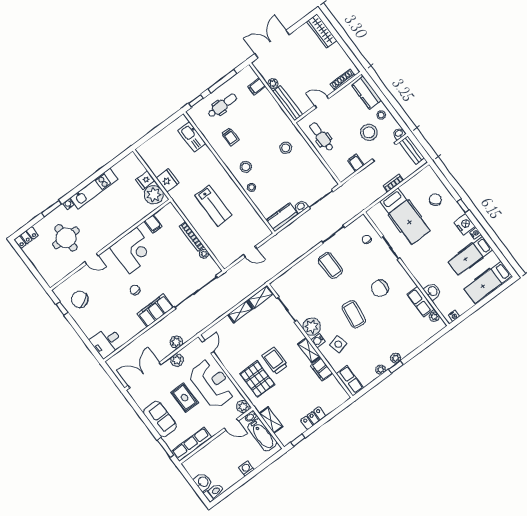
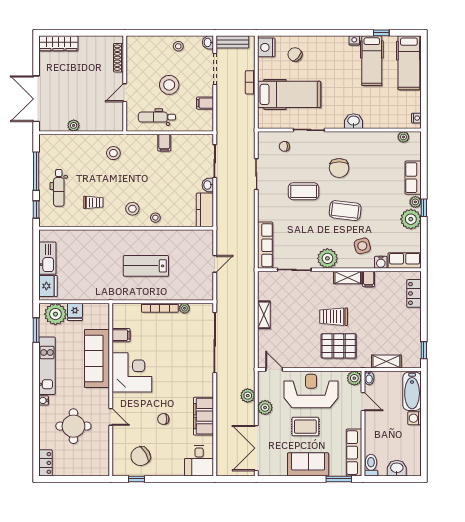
filing cabinet: (257, 86) -> (164, 143), moved
kitchen counter: (366, 93) -> (147, 44), removed
bench: (288, 103) -> (102, 125), removed
dental chair: (222, 105) -> (59, 188), turned 180
stool: (369, 132) -> (169, 85), moved
kitchen sink: (192, 137) -> (47, 258), moved, turned -90
stool: (286, 148) -> (113, 153), moved
fridge: (168, 180) -> (48, 286), moved, turned 90
plant: (154, 195) -> (55, 314), moved
lab bench: (213, 206) -> (146, 266), turned 180
window: (463, 206) -> (381, 33), moved
window: (51, 208) -> (36, 330), moved
sofa: (125, 219) -> (97, 359), added
nightstand: (465, 224) -> (266, 47), moved, turned -90
door: (91, 259) -> (111, 417), hinge flipped
coffee table: (330, 265) -> (304, 191), moved
row of seats: (289, 277) -> (265, 245), added
chair: (135, 290) -> (163, 419), moved
washbasin: (432, 291) -> (354, 121), moved
shelving: (261, 297) -> (264, 286), removed
row of seats: (421, 302) -> (413, 178), moved, turned 90
filing cabinet: (155, 310) -> (203, 416), moved
water cooler: (318, 341) -> (381, 262), moved
filing cabinet: (322, 369) -> (369, 279), width x0.50
plant: (381, 370) -> (411, 219), width x1.87, depth x1.87
locker: (313, 418) -> (414, 293), moved
door: (231, 424) -> (363, 402), hinge flipped
bathtub: (262, 435) -> (412, 391), moved, turned 90
toilet: (214, 492) -> (371, 465), moved

